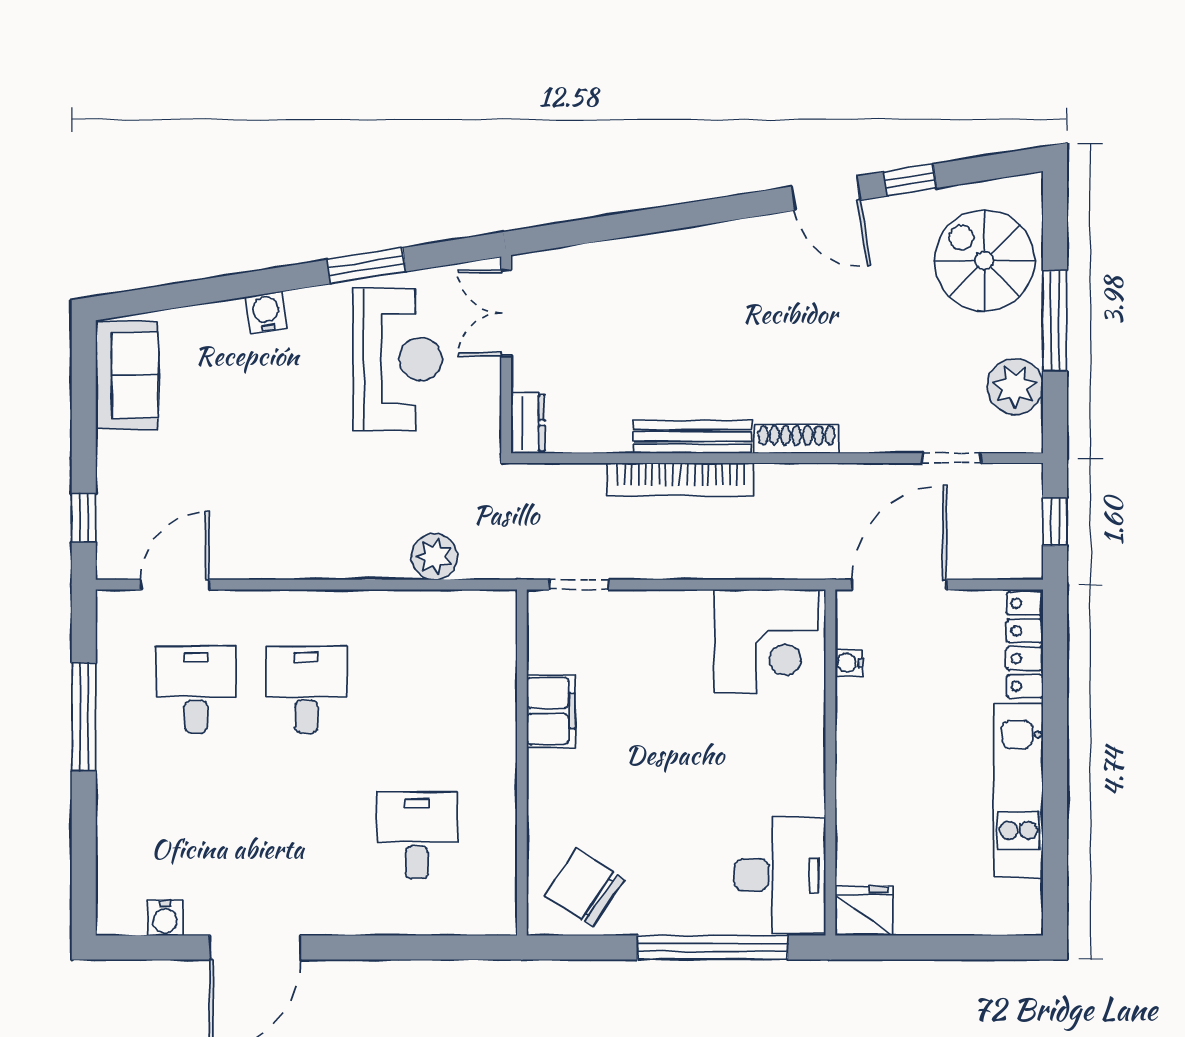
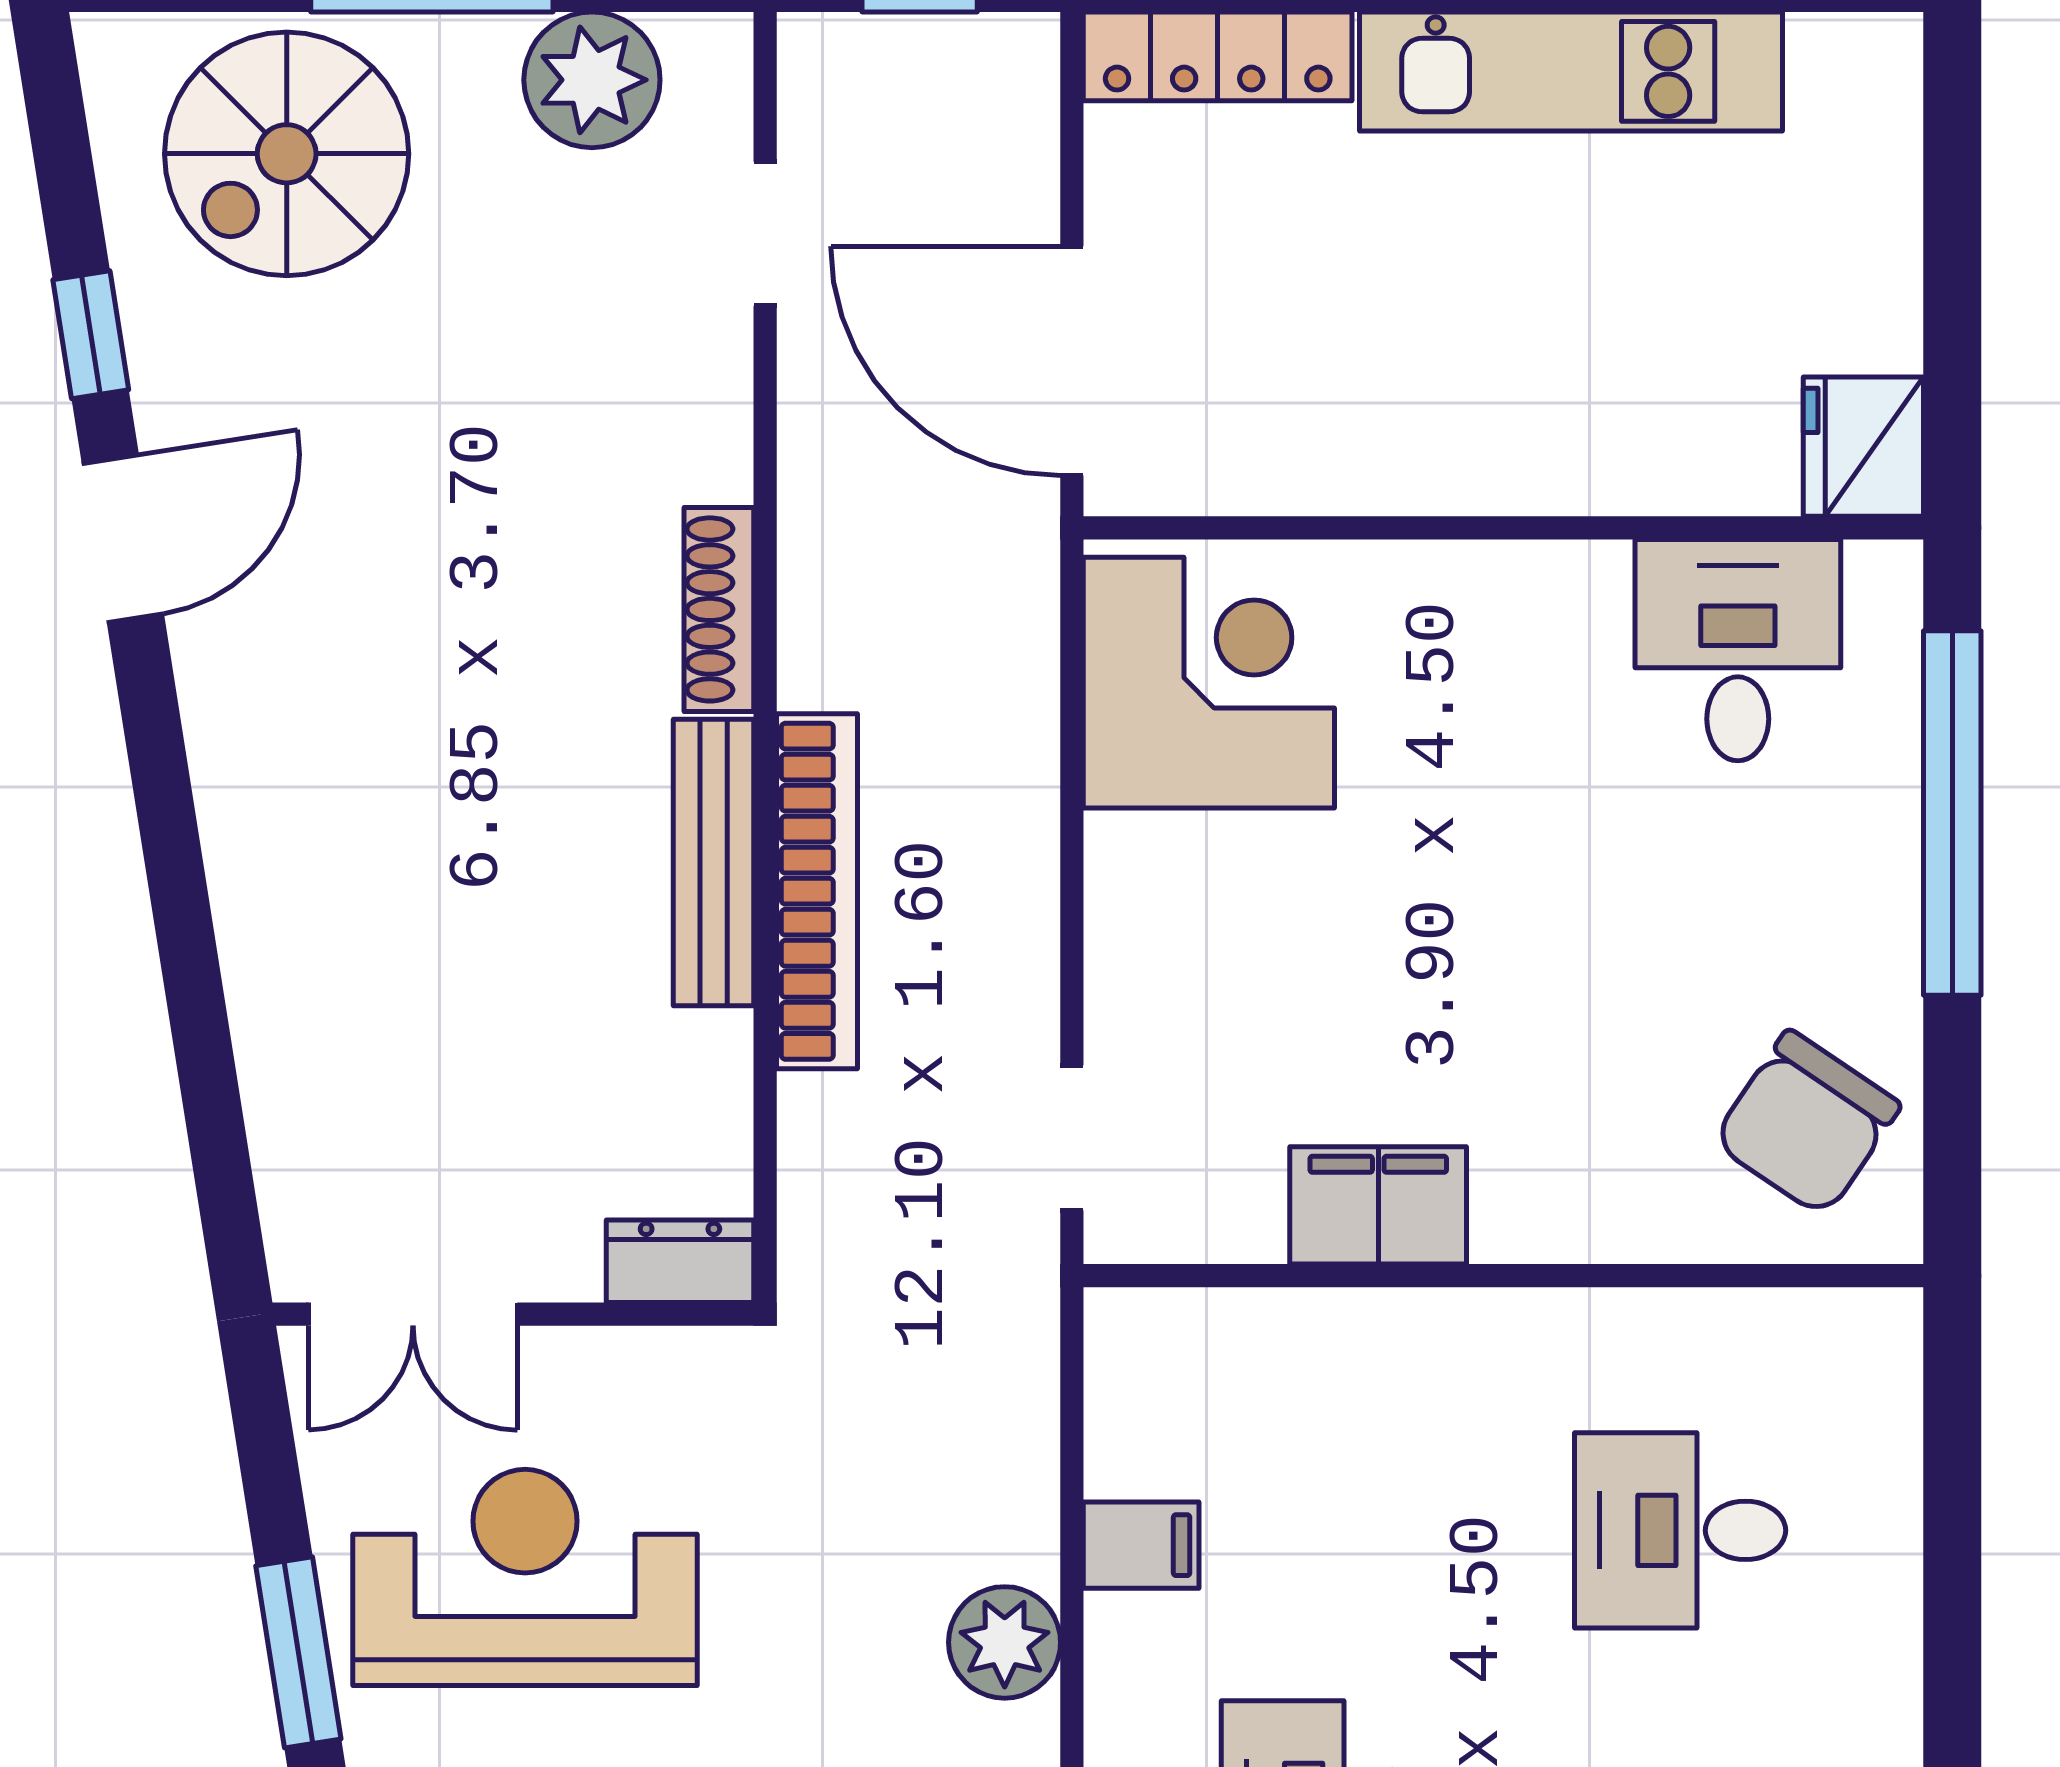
plant: (434, 557) -> (1005, 1642), moved
filing cabinet: (411, 613) -> (1141, 1545), added
water cooler: (849, 663) -> (1262, 483), removed
desk: (780, 875) -> (1738, 650), width x0.73

